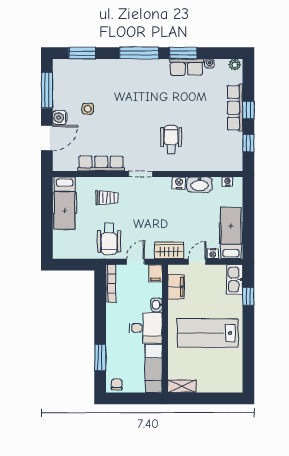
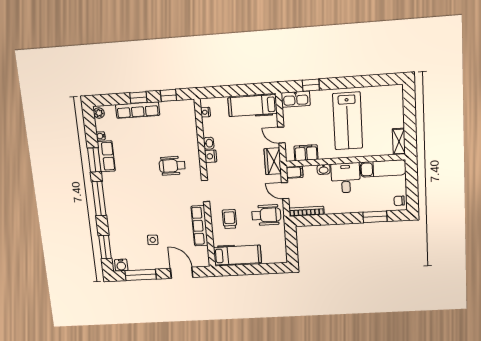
water cooler: (60, 117) -> (121, 265), moved
washbasin: (200, 184) -> (209, 143), width x0.52, depth x0.69
nightstand: (213, 254) -> (273, 121), removed

